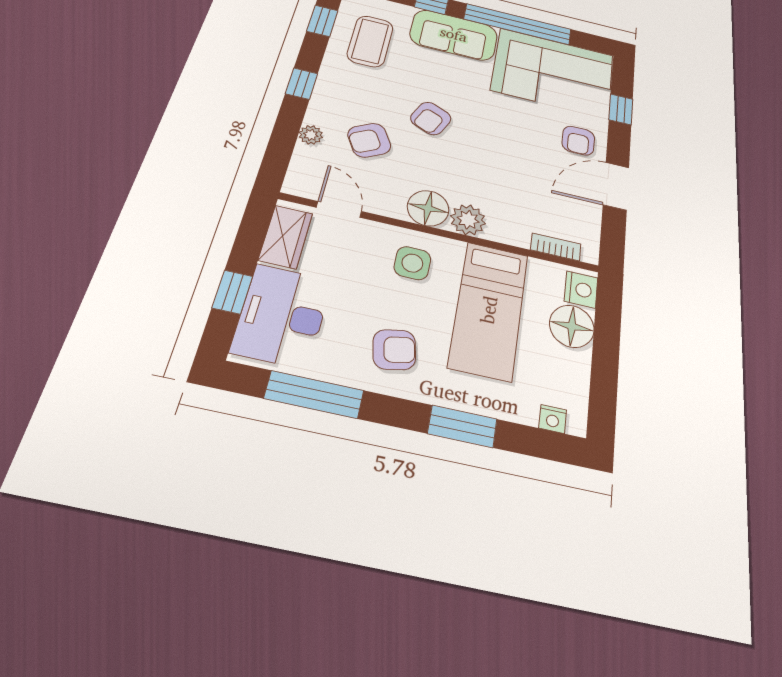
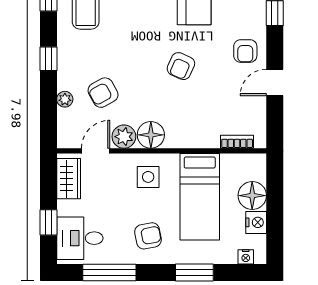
armchair: (431, 118) -> (181, 66), moved
door: (616, 186) -> (275, 82), width x0.73
door: (339, 209) -> (96, 151), hinge flipped
plant: (468, 220) -> (124, 137), moved
nightstand: (581, 289) -> (256, 222), moved
desk: (282, 316) -> (80, 238), width x0.73

